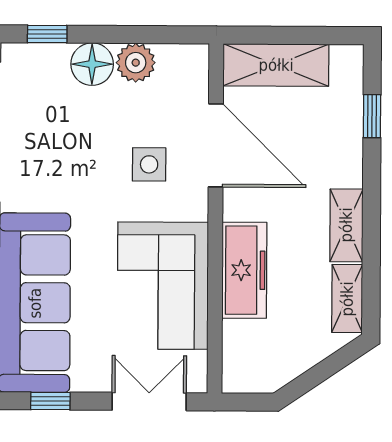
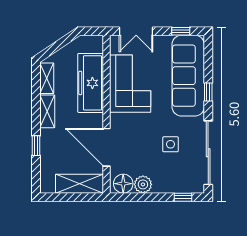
floor lamp: (92, 64) -> (123, 184), moved
window: (372, 116) -> (36, 146), moved
side table: (149, 164) -> (170, 144), moved
freezer: (244, 270) -> (91, 83), width x1.36, depth x1.26

